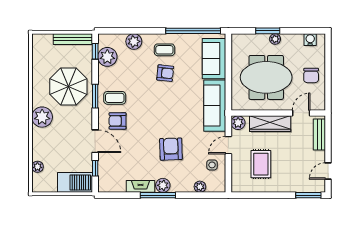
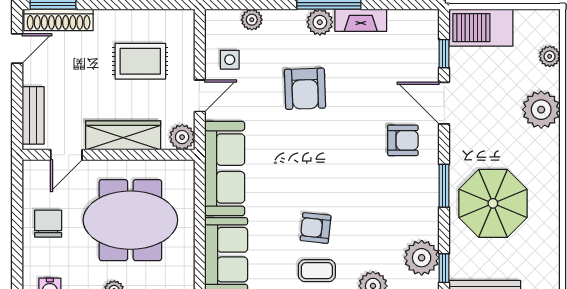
coffee table: (115, 98) -> (408, 183), removed
plant: (42, 117) -> (541, 110), moved
rug: (261, 164) -> (140, 61), turned 90
shoe rack: (305, 187) -> (59, 20), added

